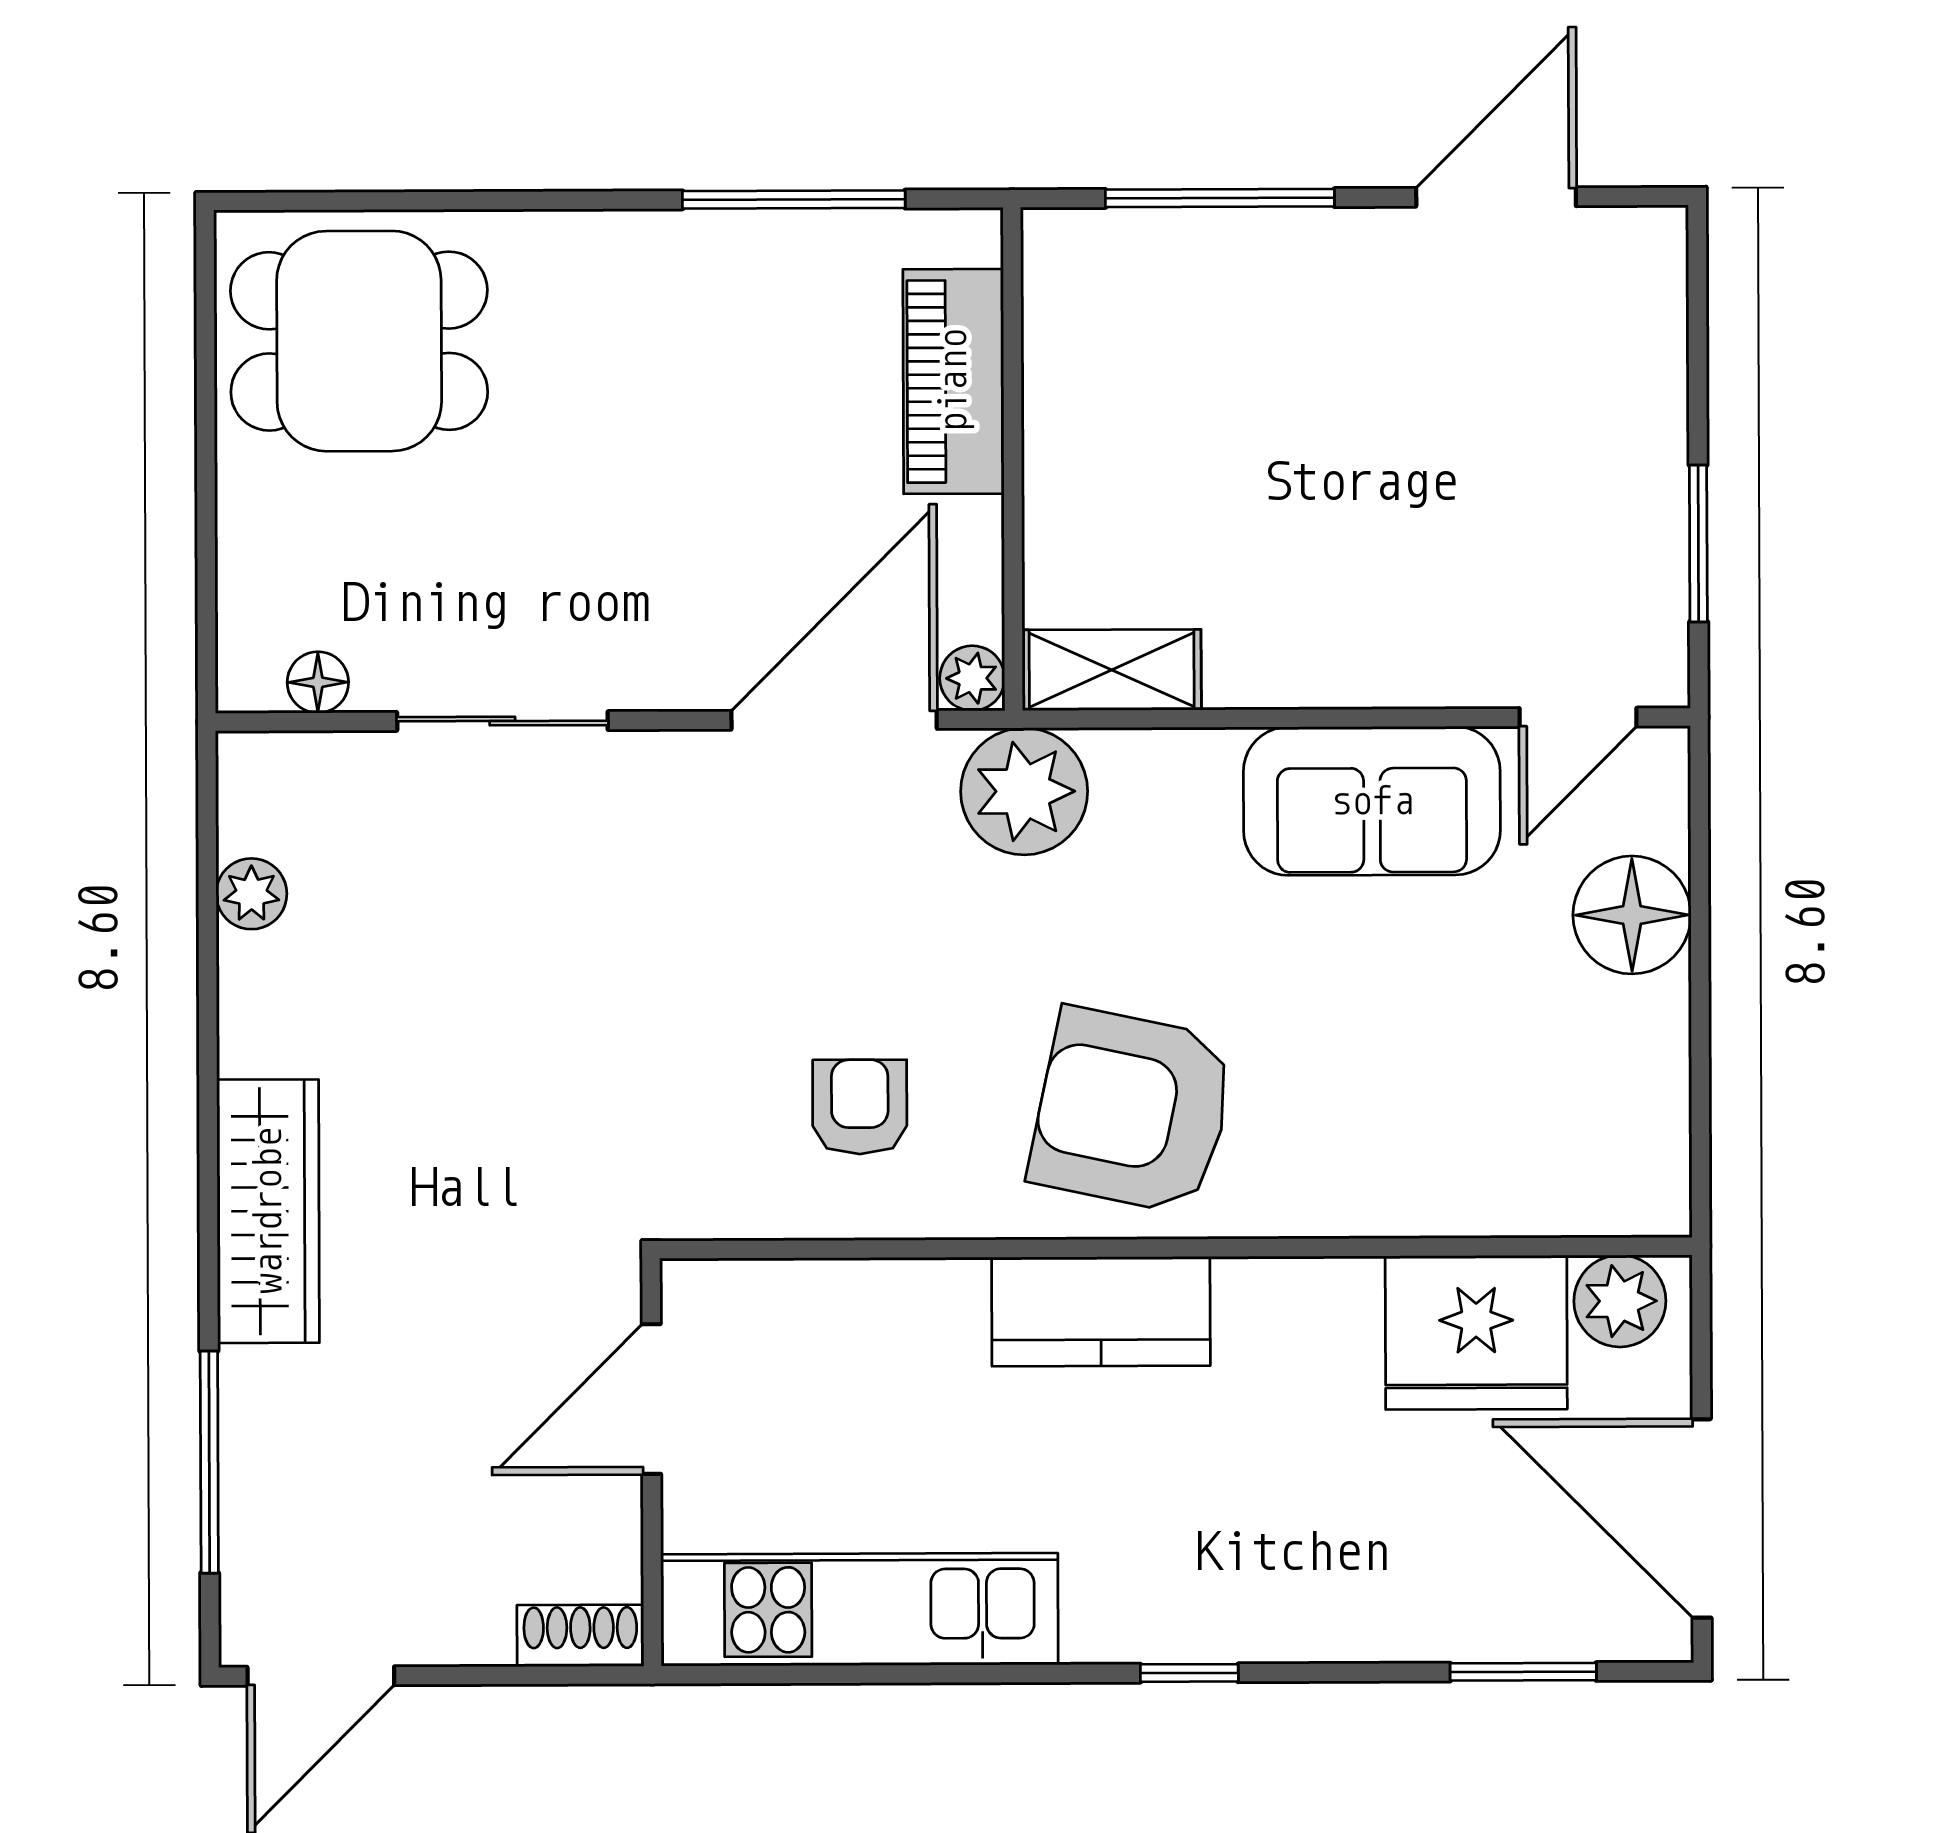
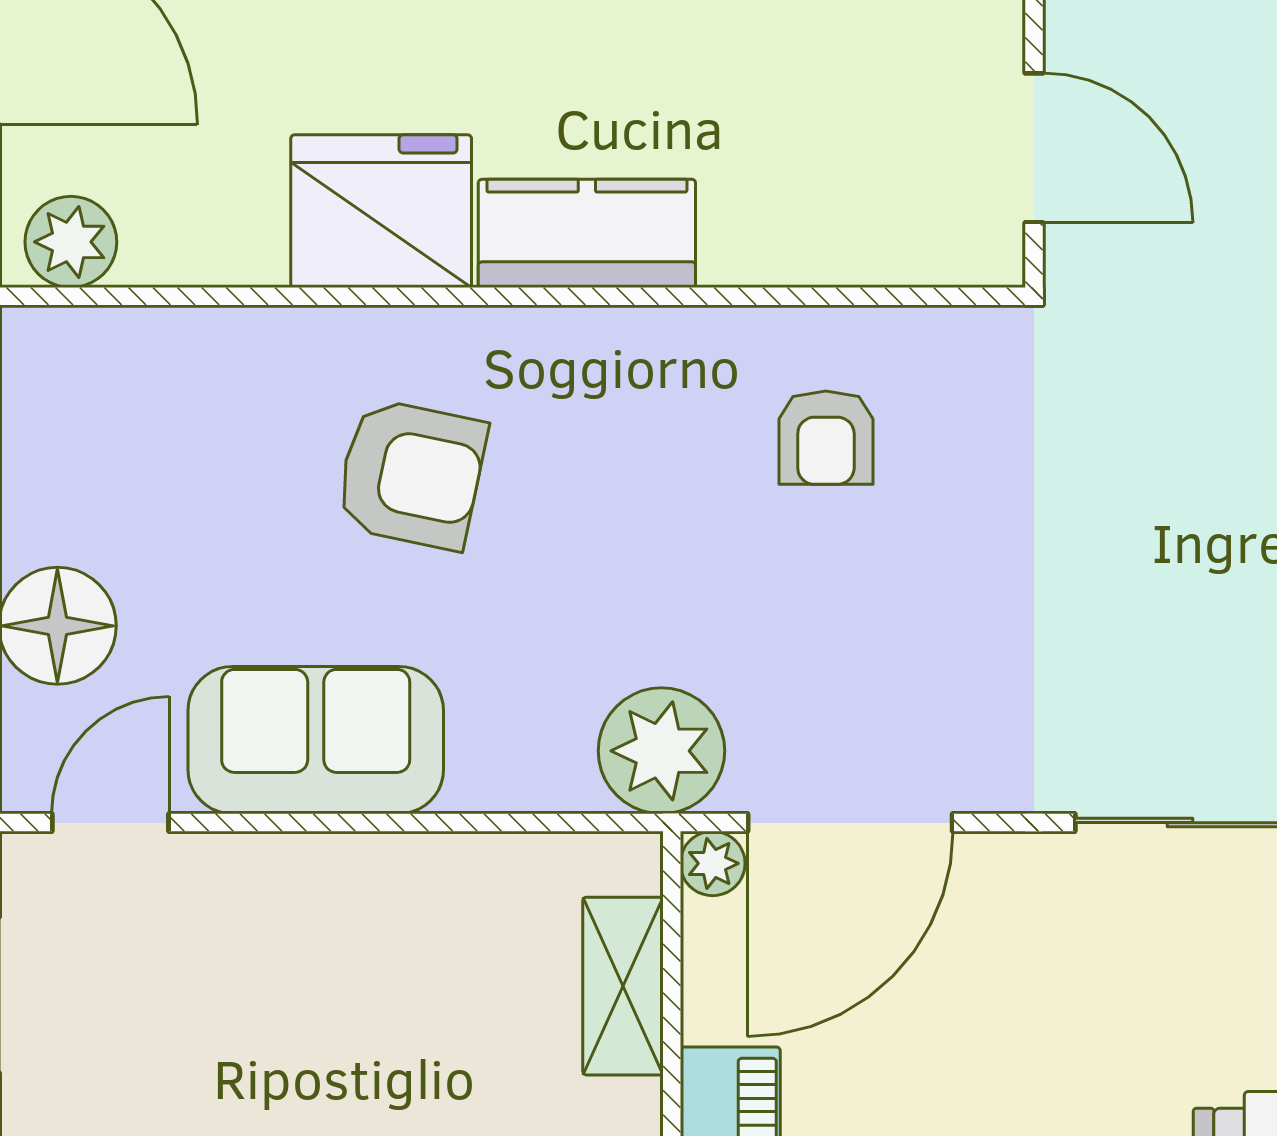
shelving: (1112, 670) -> (623, 986), moved, turned 90
armchair: (1132, 1111) -> (411, 474), moved, width x0.73, depth x0.73
fridge: (1476, 1332) -> (381, 211), moved
door: (652, 1399) -> (1034, 148), hinge flipped

